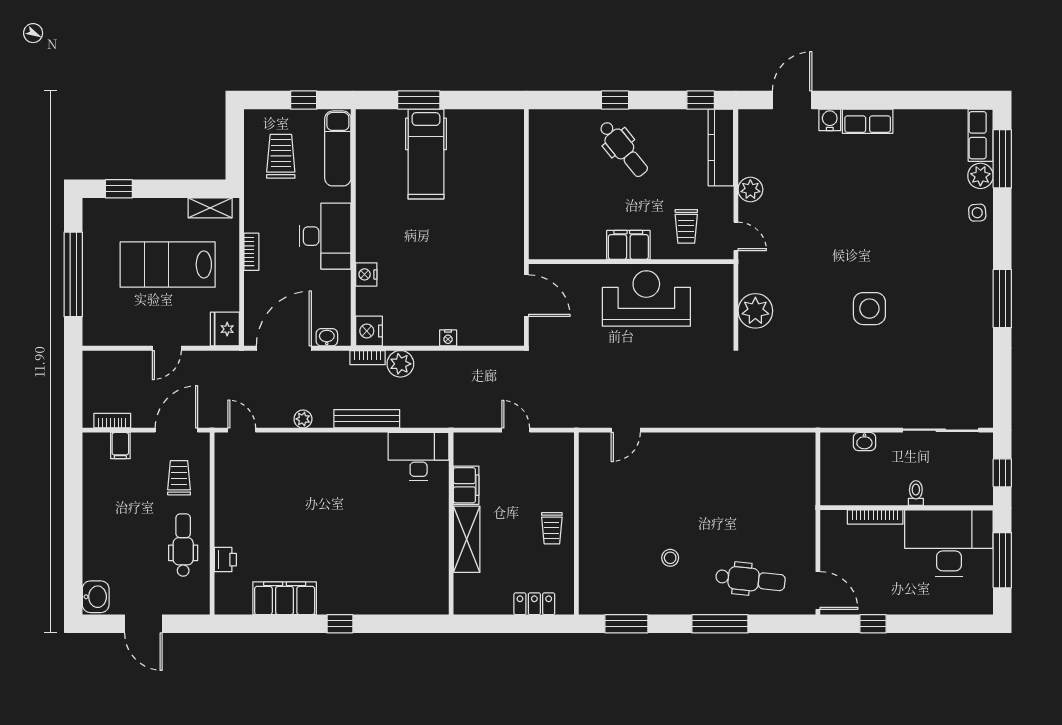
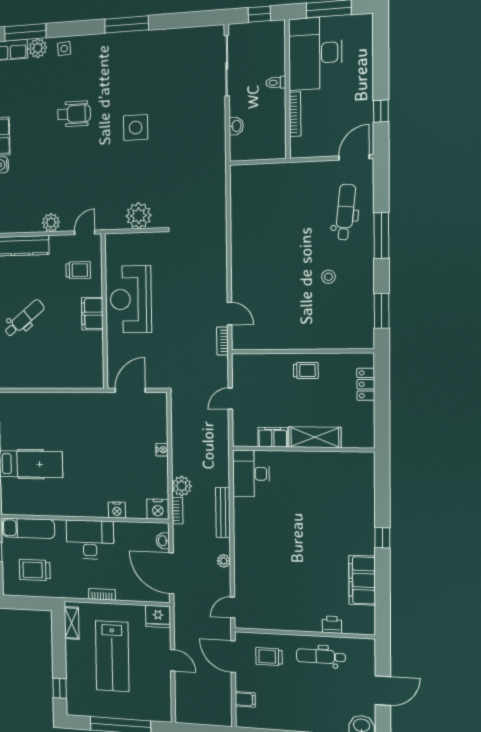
wheelchair: (892, 225) -> (74, 114), added
bookcase: (112, 421) -> (222, 341), moved

